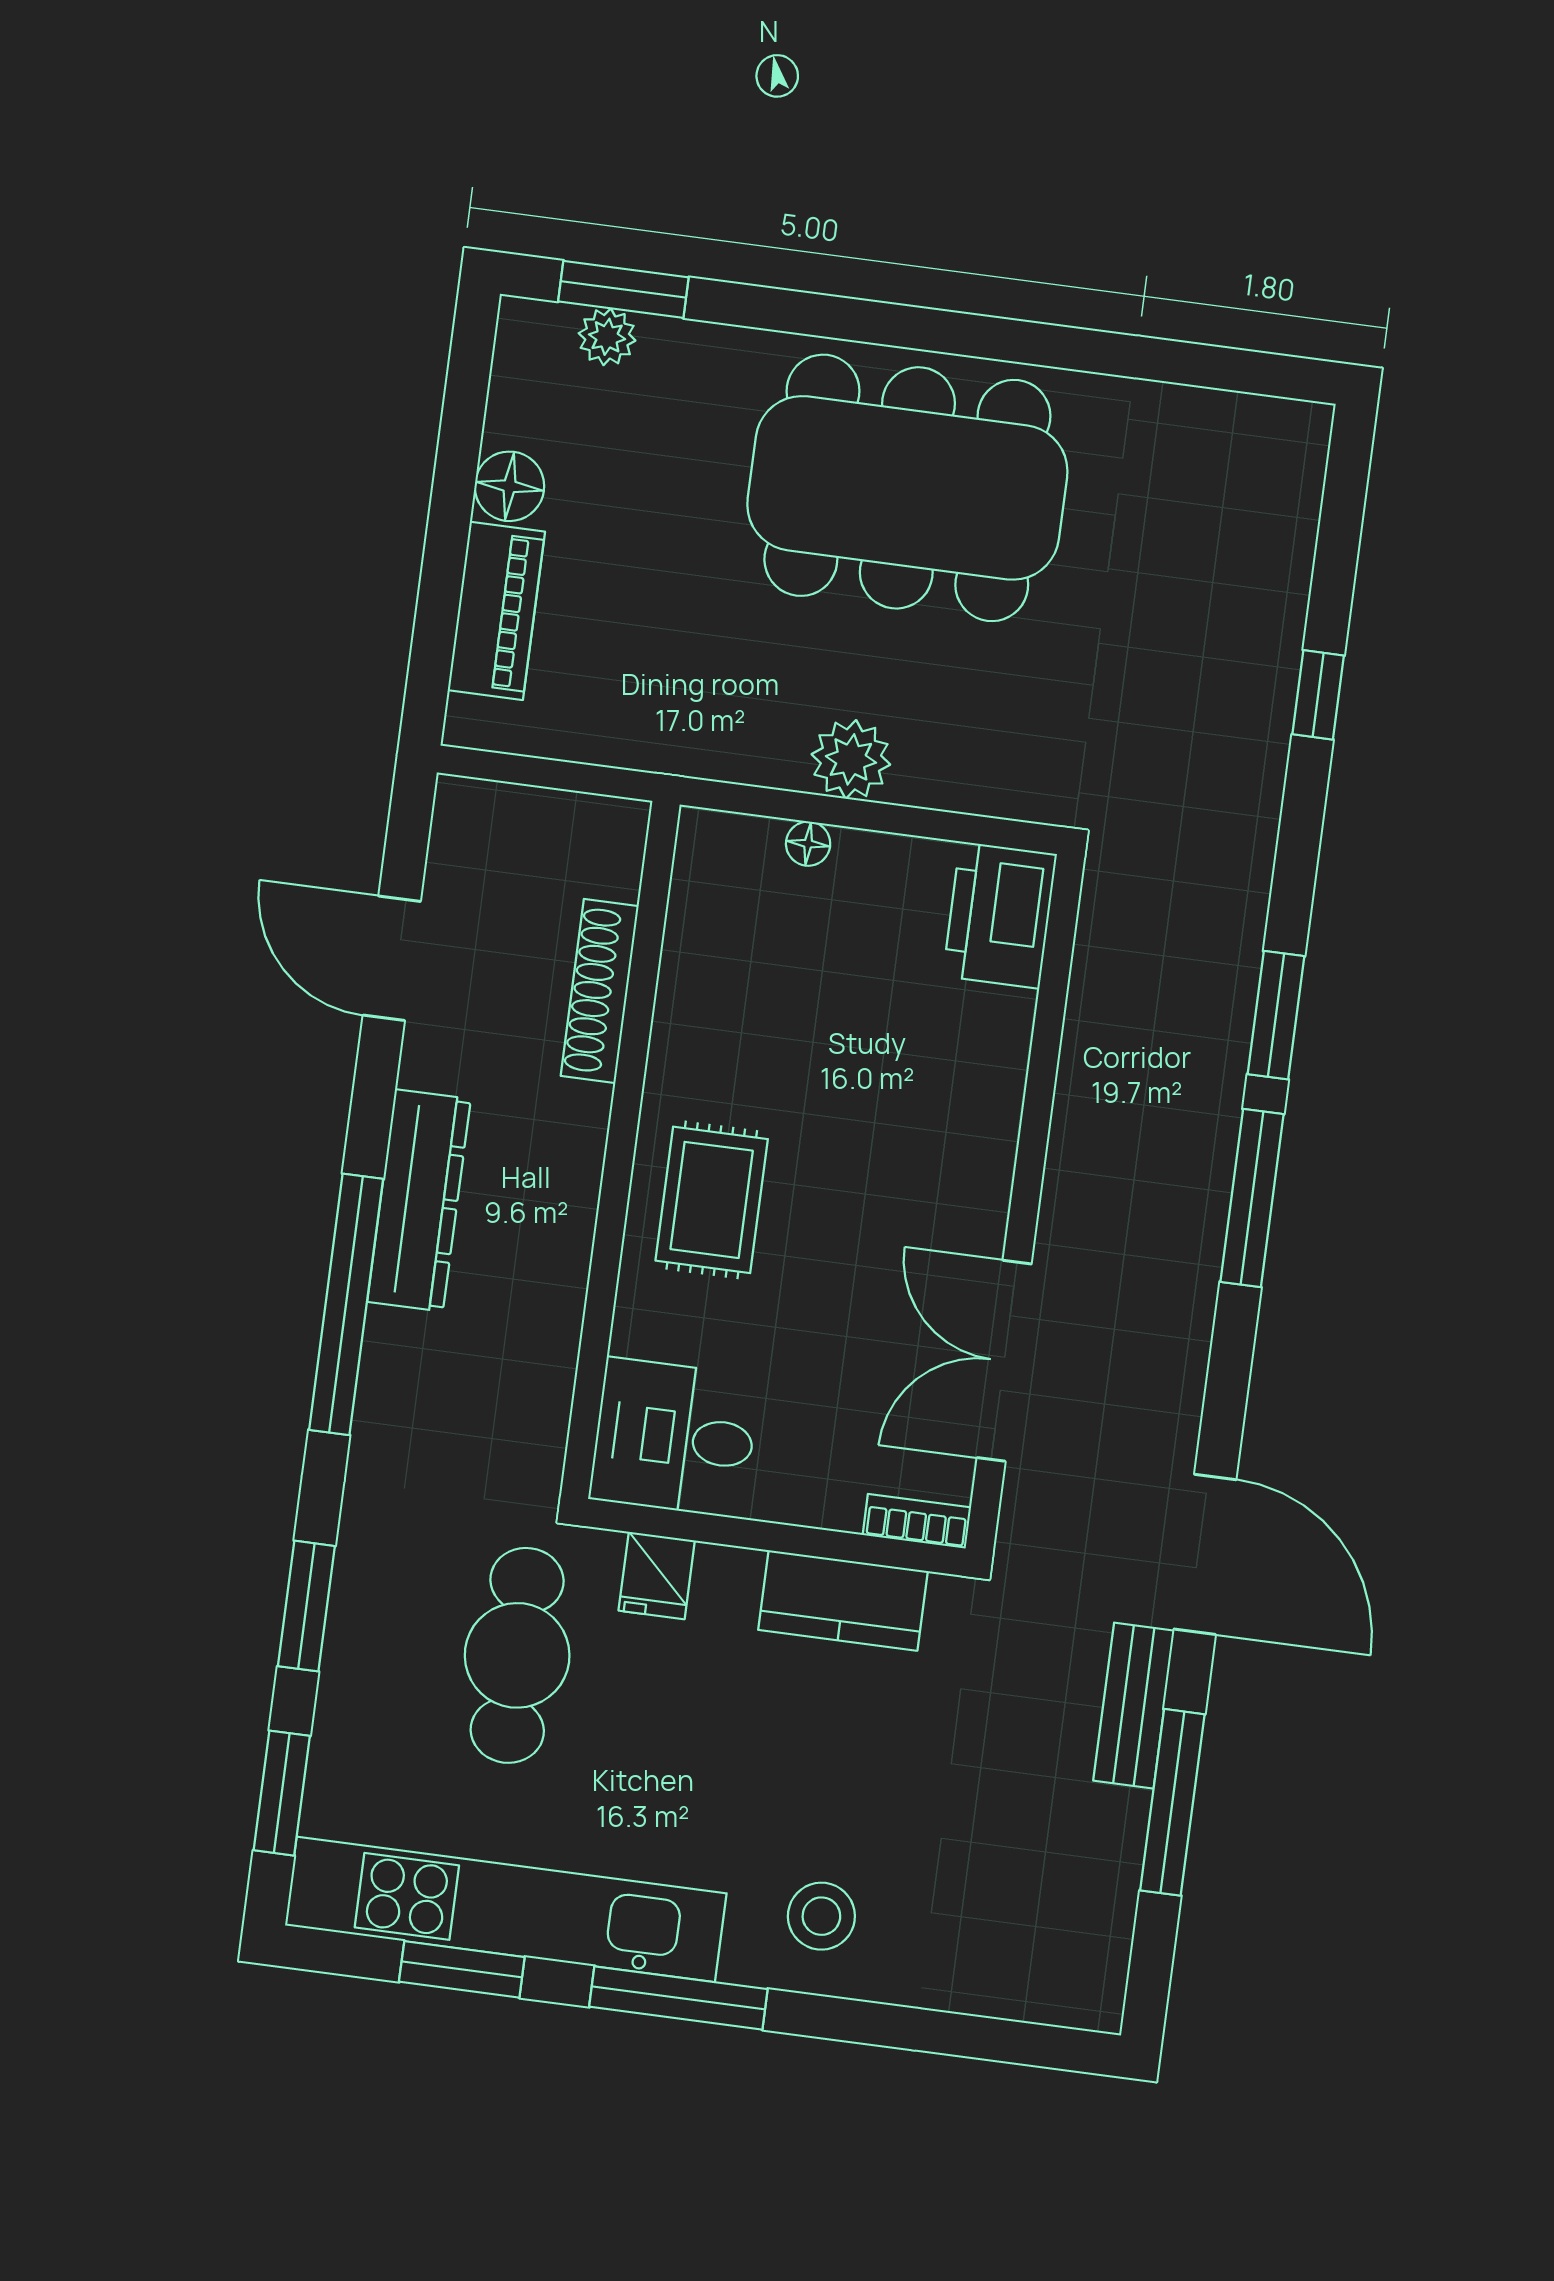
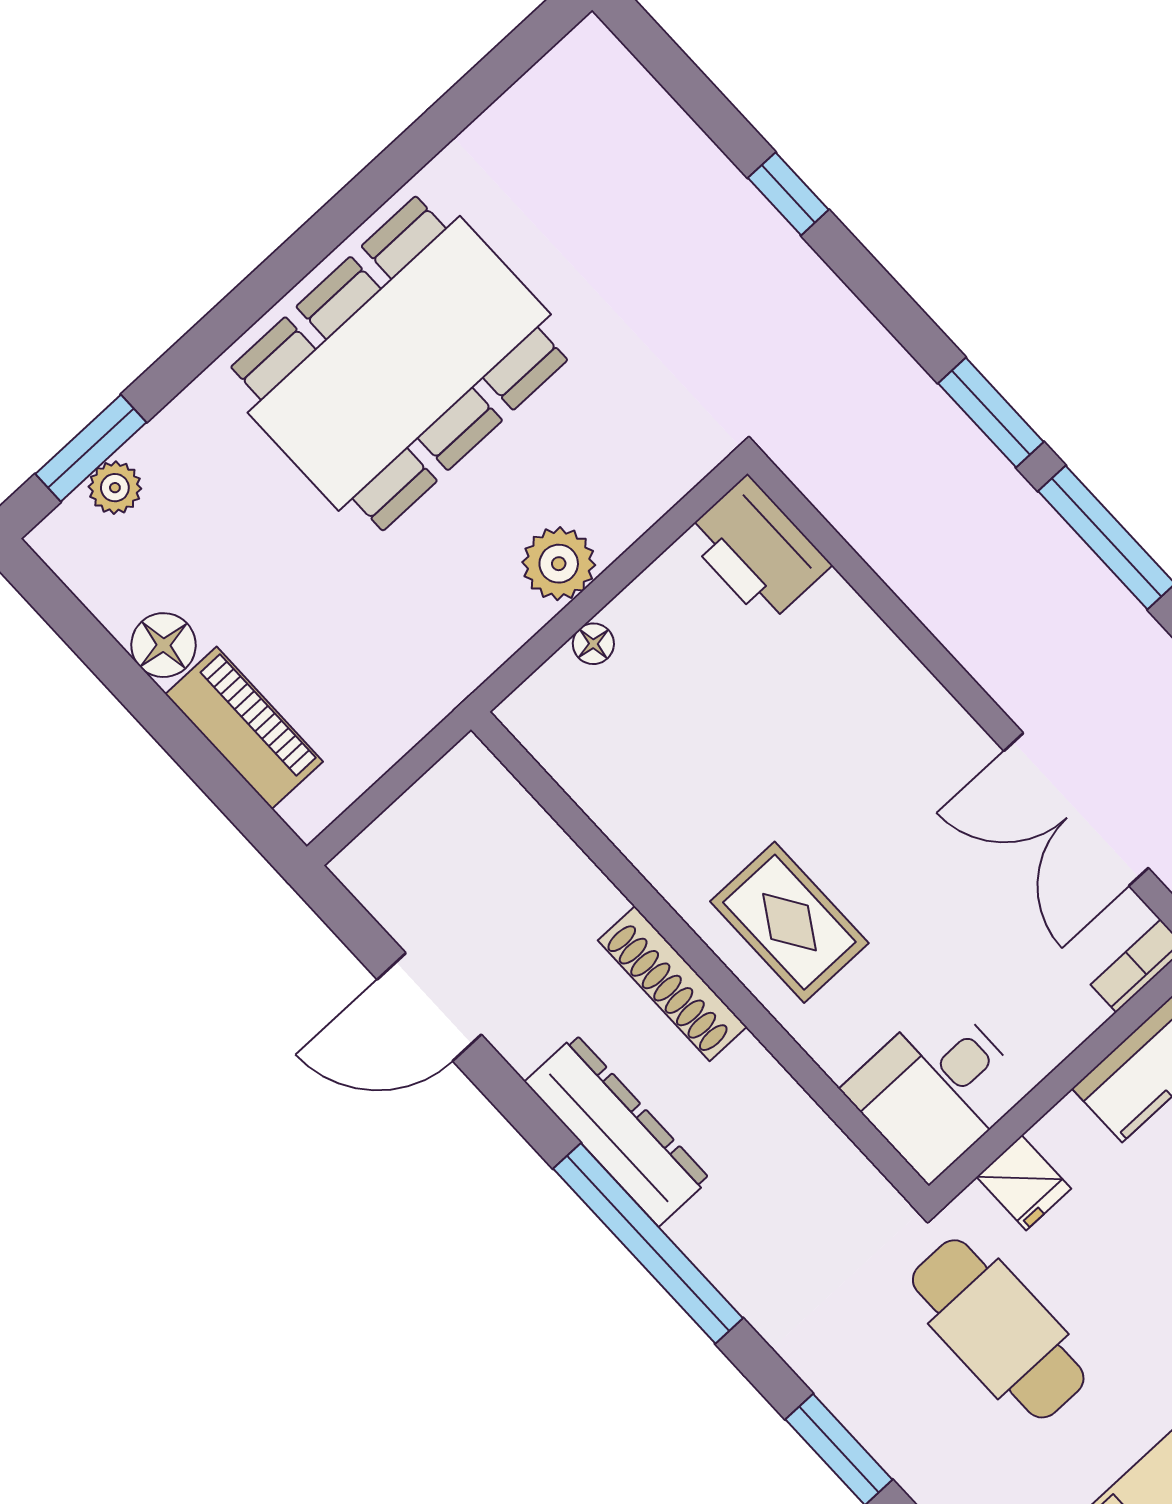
shoe rack: (600, 991) -> (672, 984), moved

